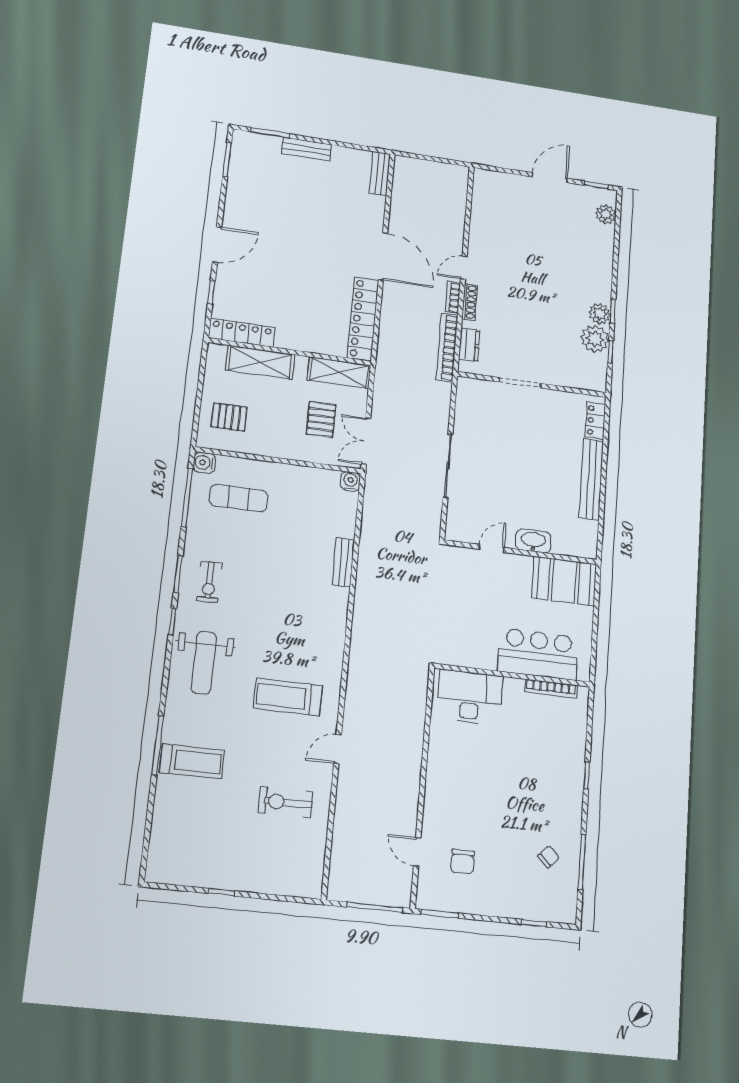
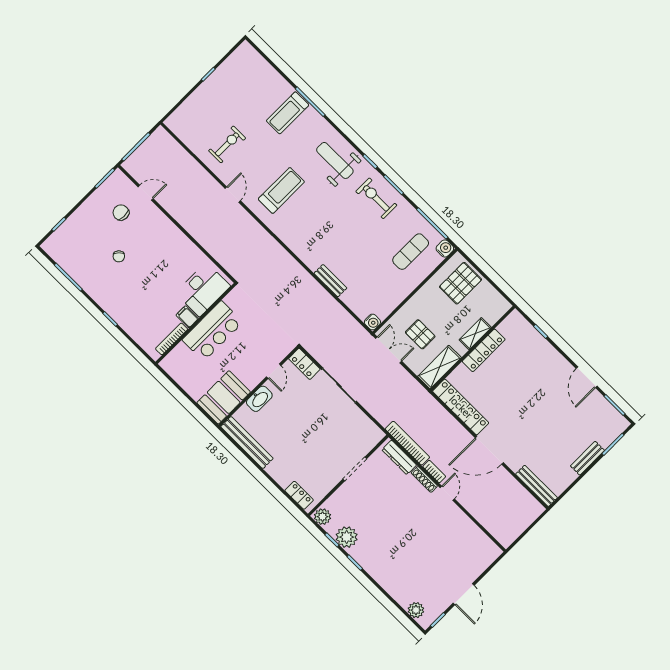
bench: (380, 174) -> (536, 486), width x1.36
door: (217, 244) -> (587, 377), moved
plant: (600, 314) -> (323, 517), moved
locker: (242, 333) -> (484, 350), moved
dresser: (469, 345) -> (399, 457), width x1.44
shelving: (260, 362) -> (475, 334), width x0.67, depth x0.75
pallet: (229, 417) -> (460, 283), width x1.50, depth x1.42
bench: (591, 479) -> (247, 443), moved
locker: (456, 521) -> (304, 364), added
exercise bike: (209, 582) -> (376, 198), width x1.38, depth x1.39
bar counter: (538, 654) -> (213, 331), moved
filing cabinet: (513, 691) -> (187, 317), added
chair: (549, 857) -> (119, 256), moved

